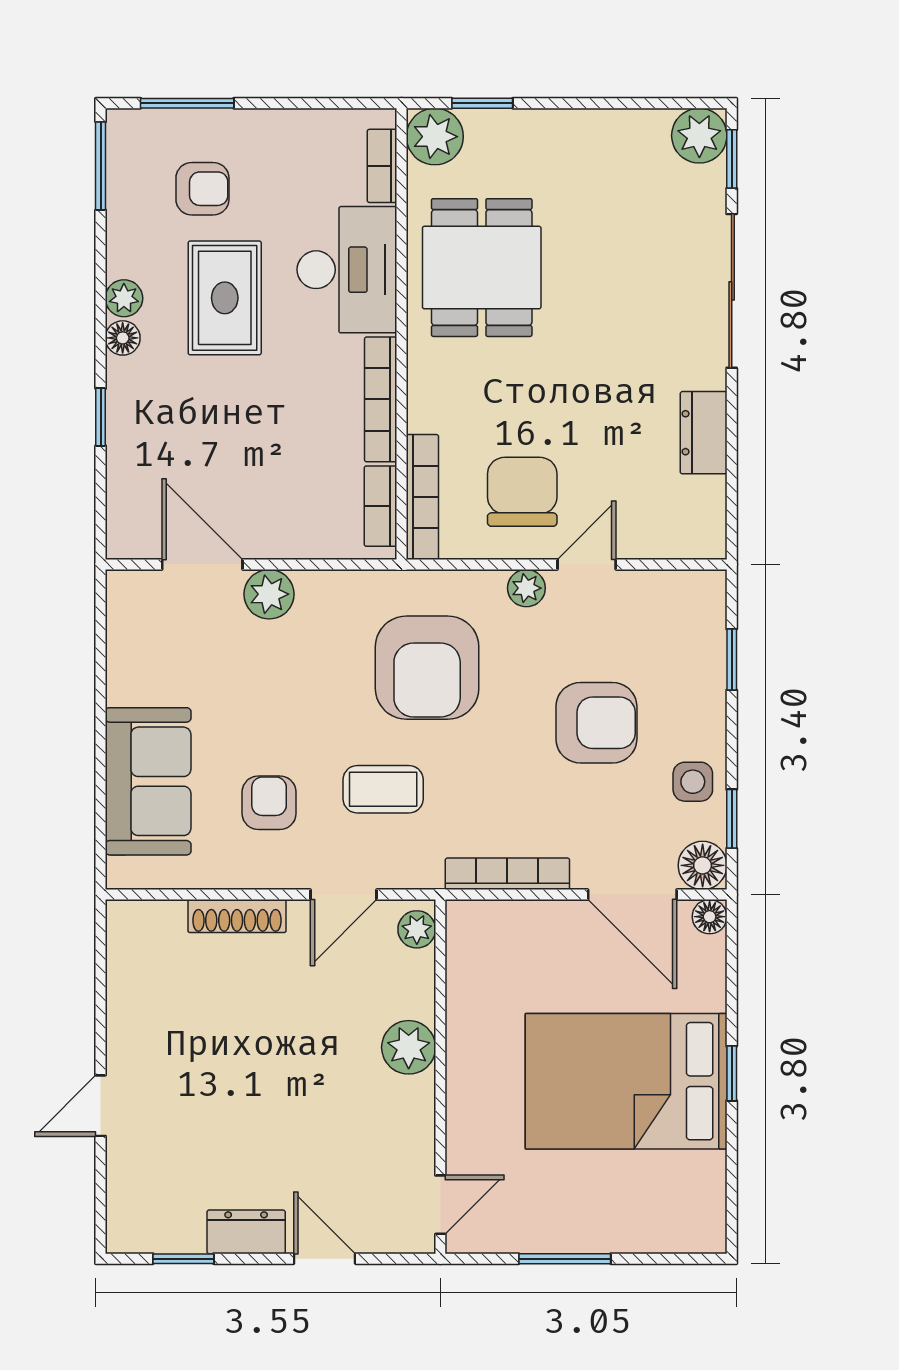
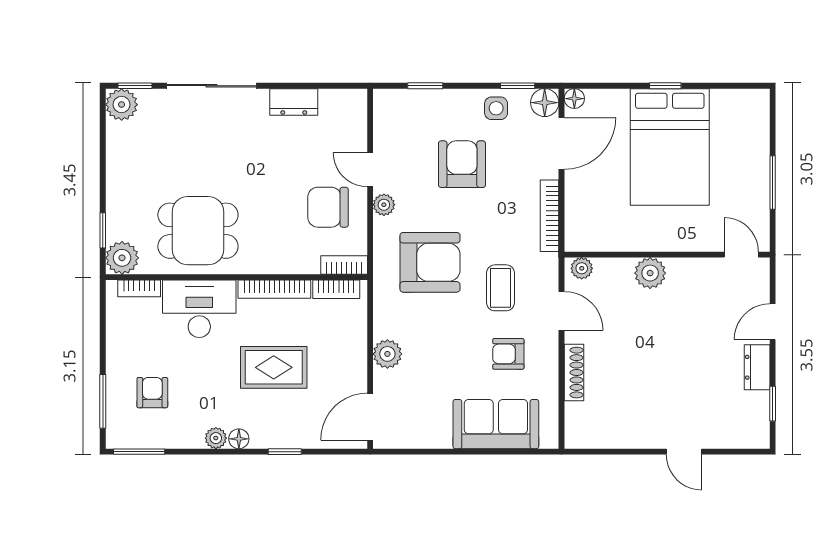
rug: (225, 298) -> (274, 367), moved
bookcase: (422, 497) -> (344, 265), width x0.64
door: (202, 564) -> (370, 417), moved

